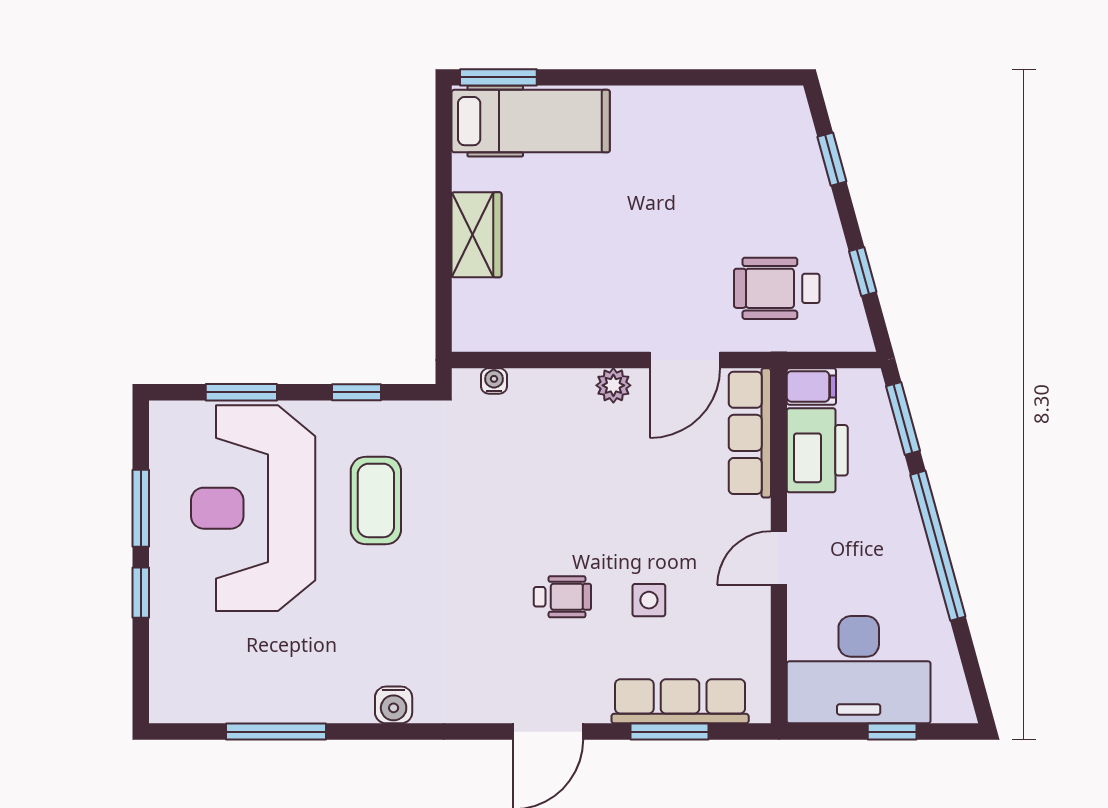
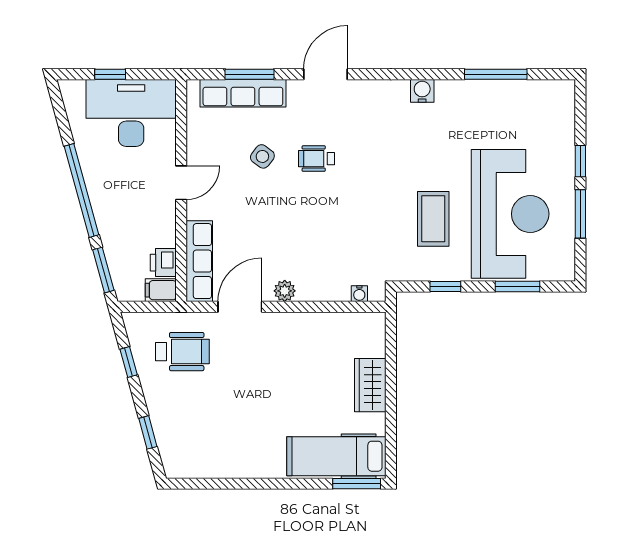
printer: (817, 450) -> (163, 263), width x0.53, depth x0.68
side table: (649, 600) -> (262, 156), turned 37

